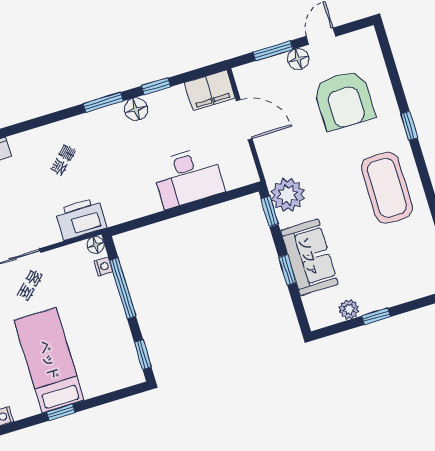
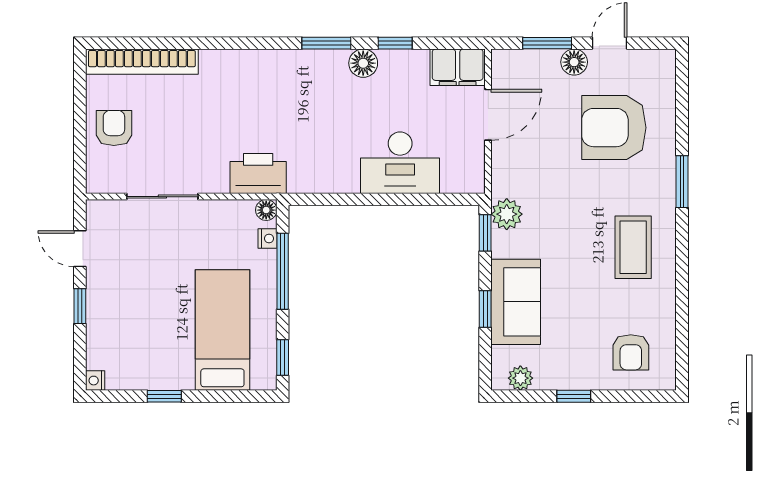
armchair: (344, 100) -> (614, 128), turned 90
door: (244, 120) -> (488, 115), hinge flipped
window: (409, 126) -> (682, 182), width x1.50
coffee table: (387, 188) -> (633, 247), width x0.73, depth x0.76
plant: (288, 195) -> (507, 214), width x0.73, depth x0.73
armchair: (410, 269) -> (631, 352), added
plant: (349, 309) -> (520, 378), moved
bed: (49, 360) -> (222, 330), moved

